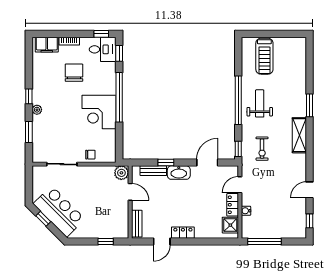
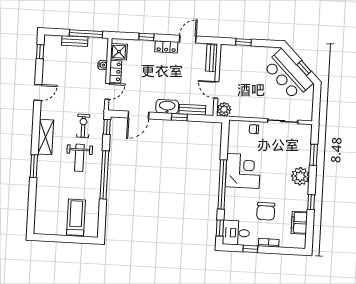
window: (101, 34) -> (250, 249), moved
filing cabinet: (47, 45) -> (299, 223), moved, turned -90
window: (29, 96) -> (311, 202), moved
weight bench: (260, 103) -> (79, 158), moved
plant: (37, 110) -> (300, 176), width x1.88, depth x1.88
door: (310, 190) -> (38, 92), moved
bench: (275, 233) -> (75, 41), added
window: (203, 241) -> (146, 37), added

